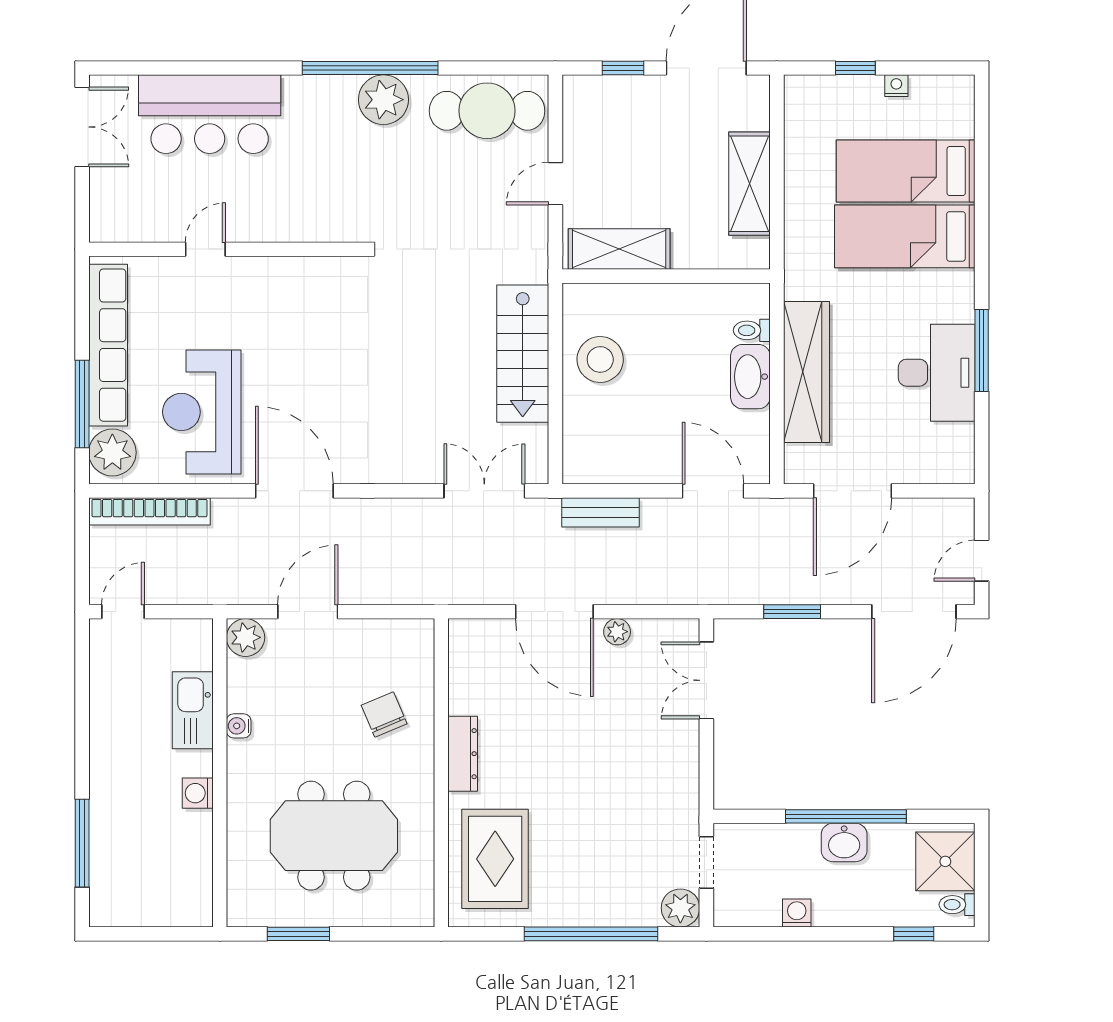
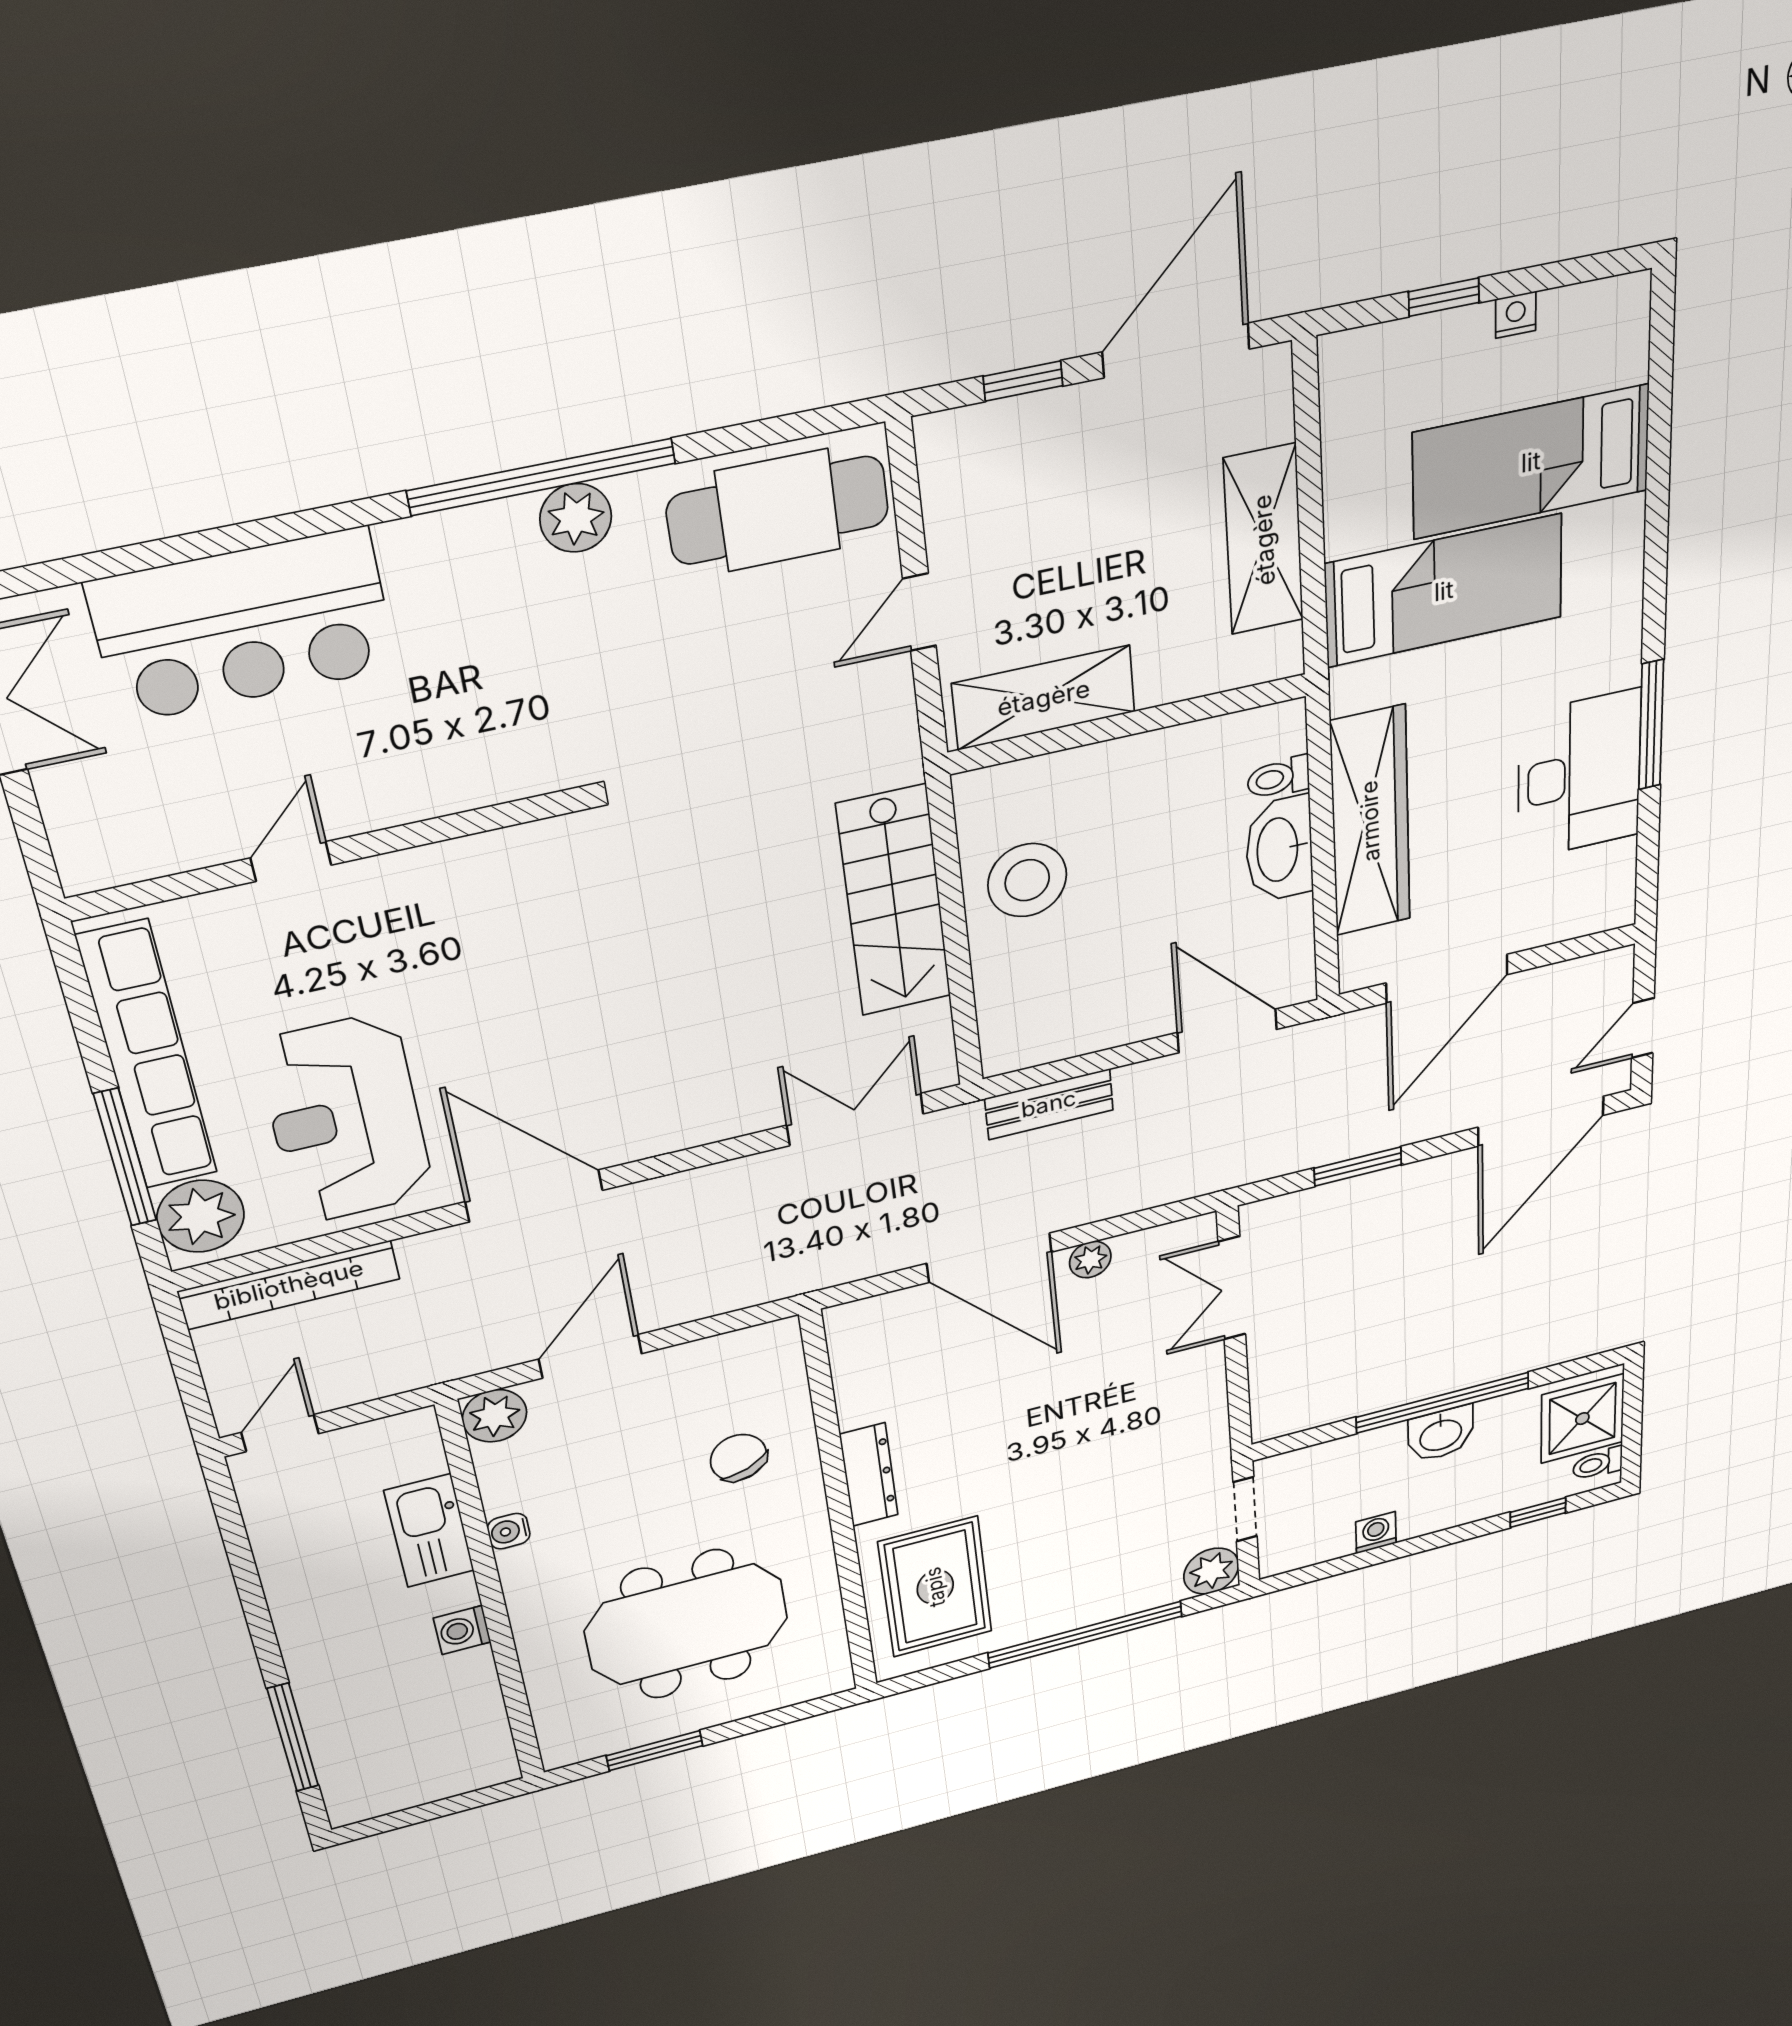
plant: (383, 100) -> (576, 518), width x0.73, depth x0.73
bed: (905, 236) -> (1444, 591), moved, turned 180

